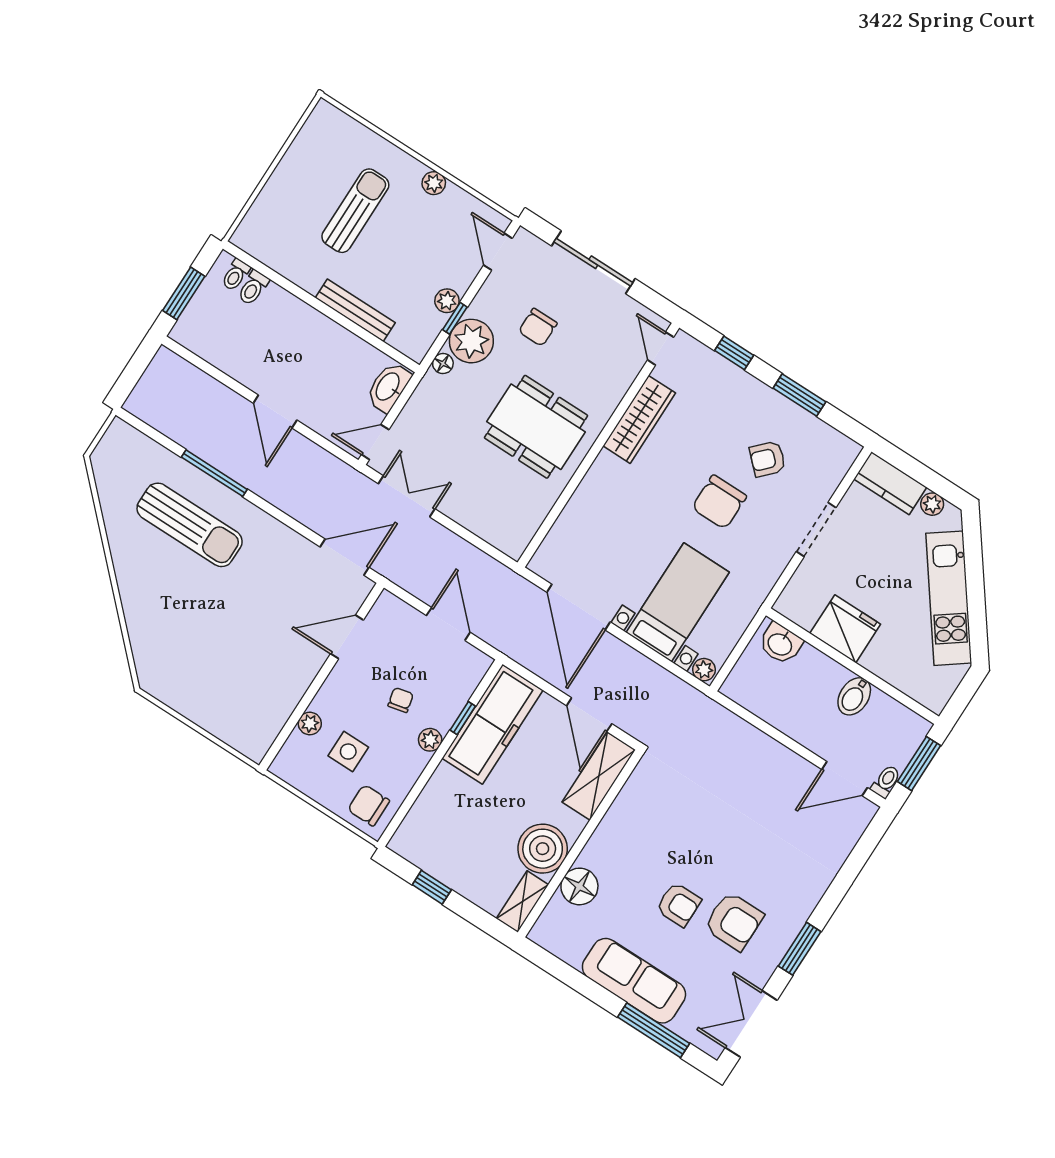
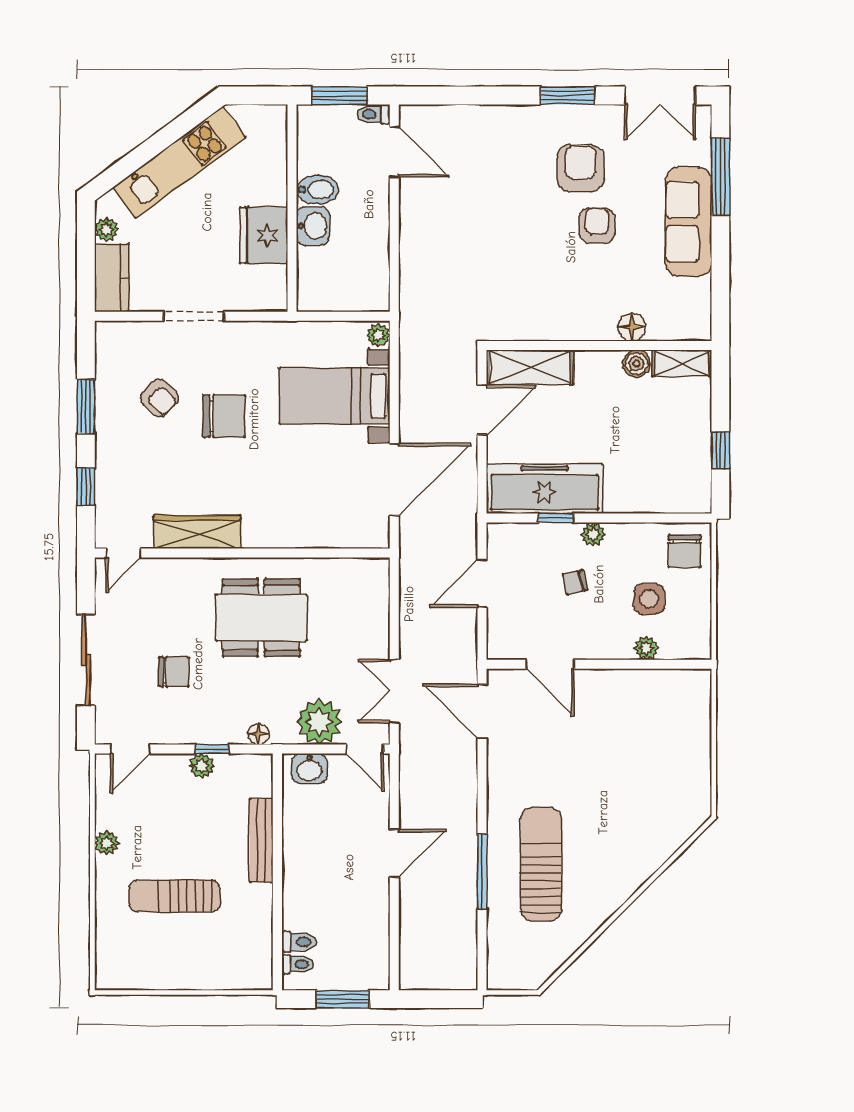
plant: (471, 341) -> (319, 722), moved
washbasin: (388, 387) -> (309, 768), width x0.72
dining table: (536, 427) -> (261, 618), turned 90
washbasin: (780, 644) -> (313, 226), moved
boiler: (543, 849) -> (636, 364), width x0.54, depth x0.54
floor lamp: (579, 886) -> (632, 327), width x0.73, depth x0.73

